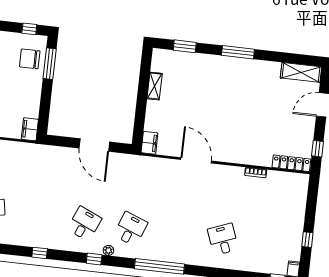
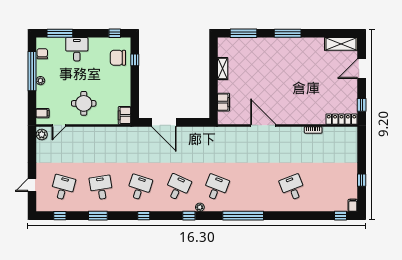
window: (185, 46) -> (244, 33), width x1.44
window: (50, 64) -> (135, 60), width x0.46
filing cabinet: (149, 143) -> (224, 102), moved
door: (94, 145) -> (164, 122), moved
desk: (38, 219) -> (139, 188), added

